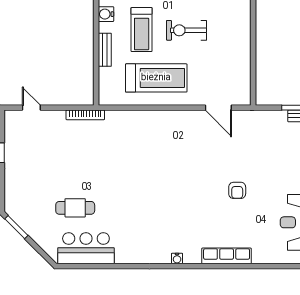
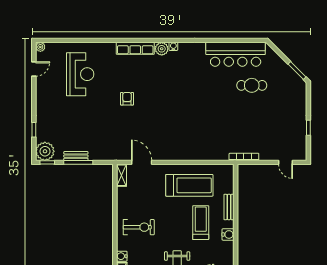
exercise bike: (186, 30) -> (139, 227), moved
treadmill: (156, 78) -> (189, 185), turned 180
shelving: (244, 91) -> (122, 175), added
bar counter: (86, 248) -> (236, 54), width x1.36
plant: (192, 255) -> (162, 49), added

